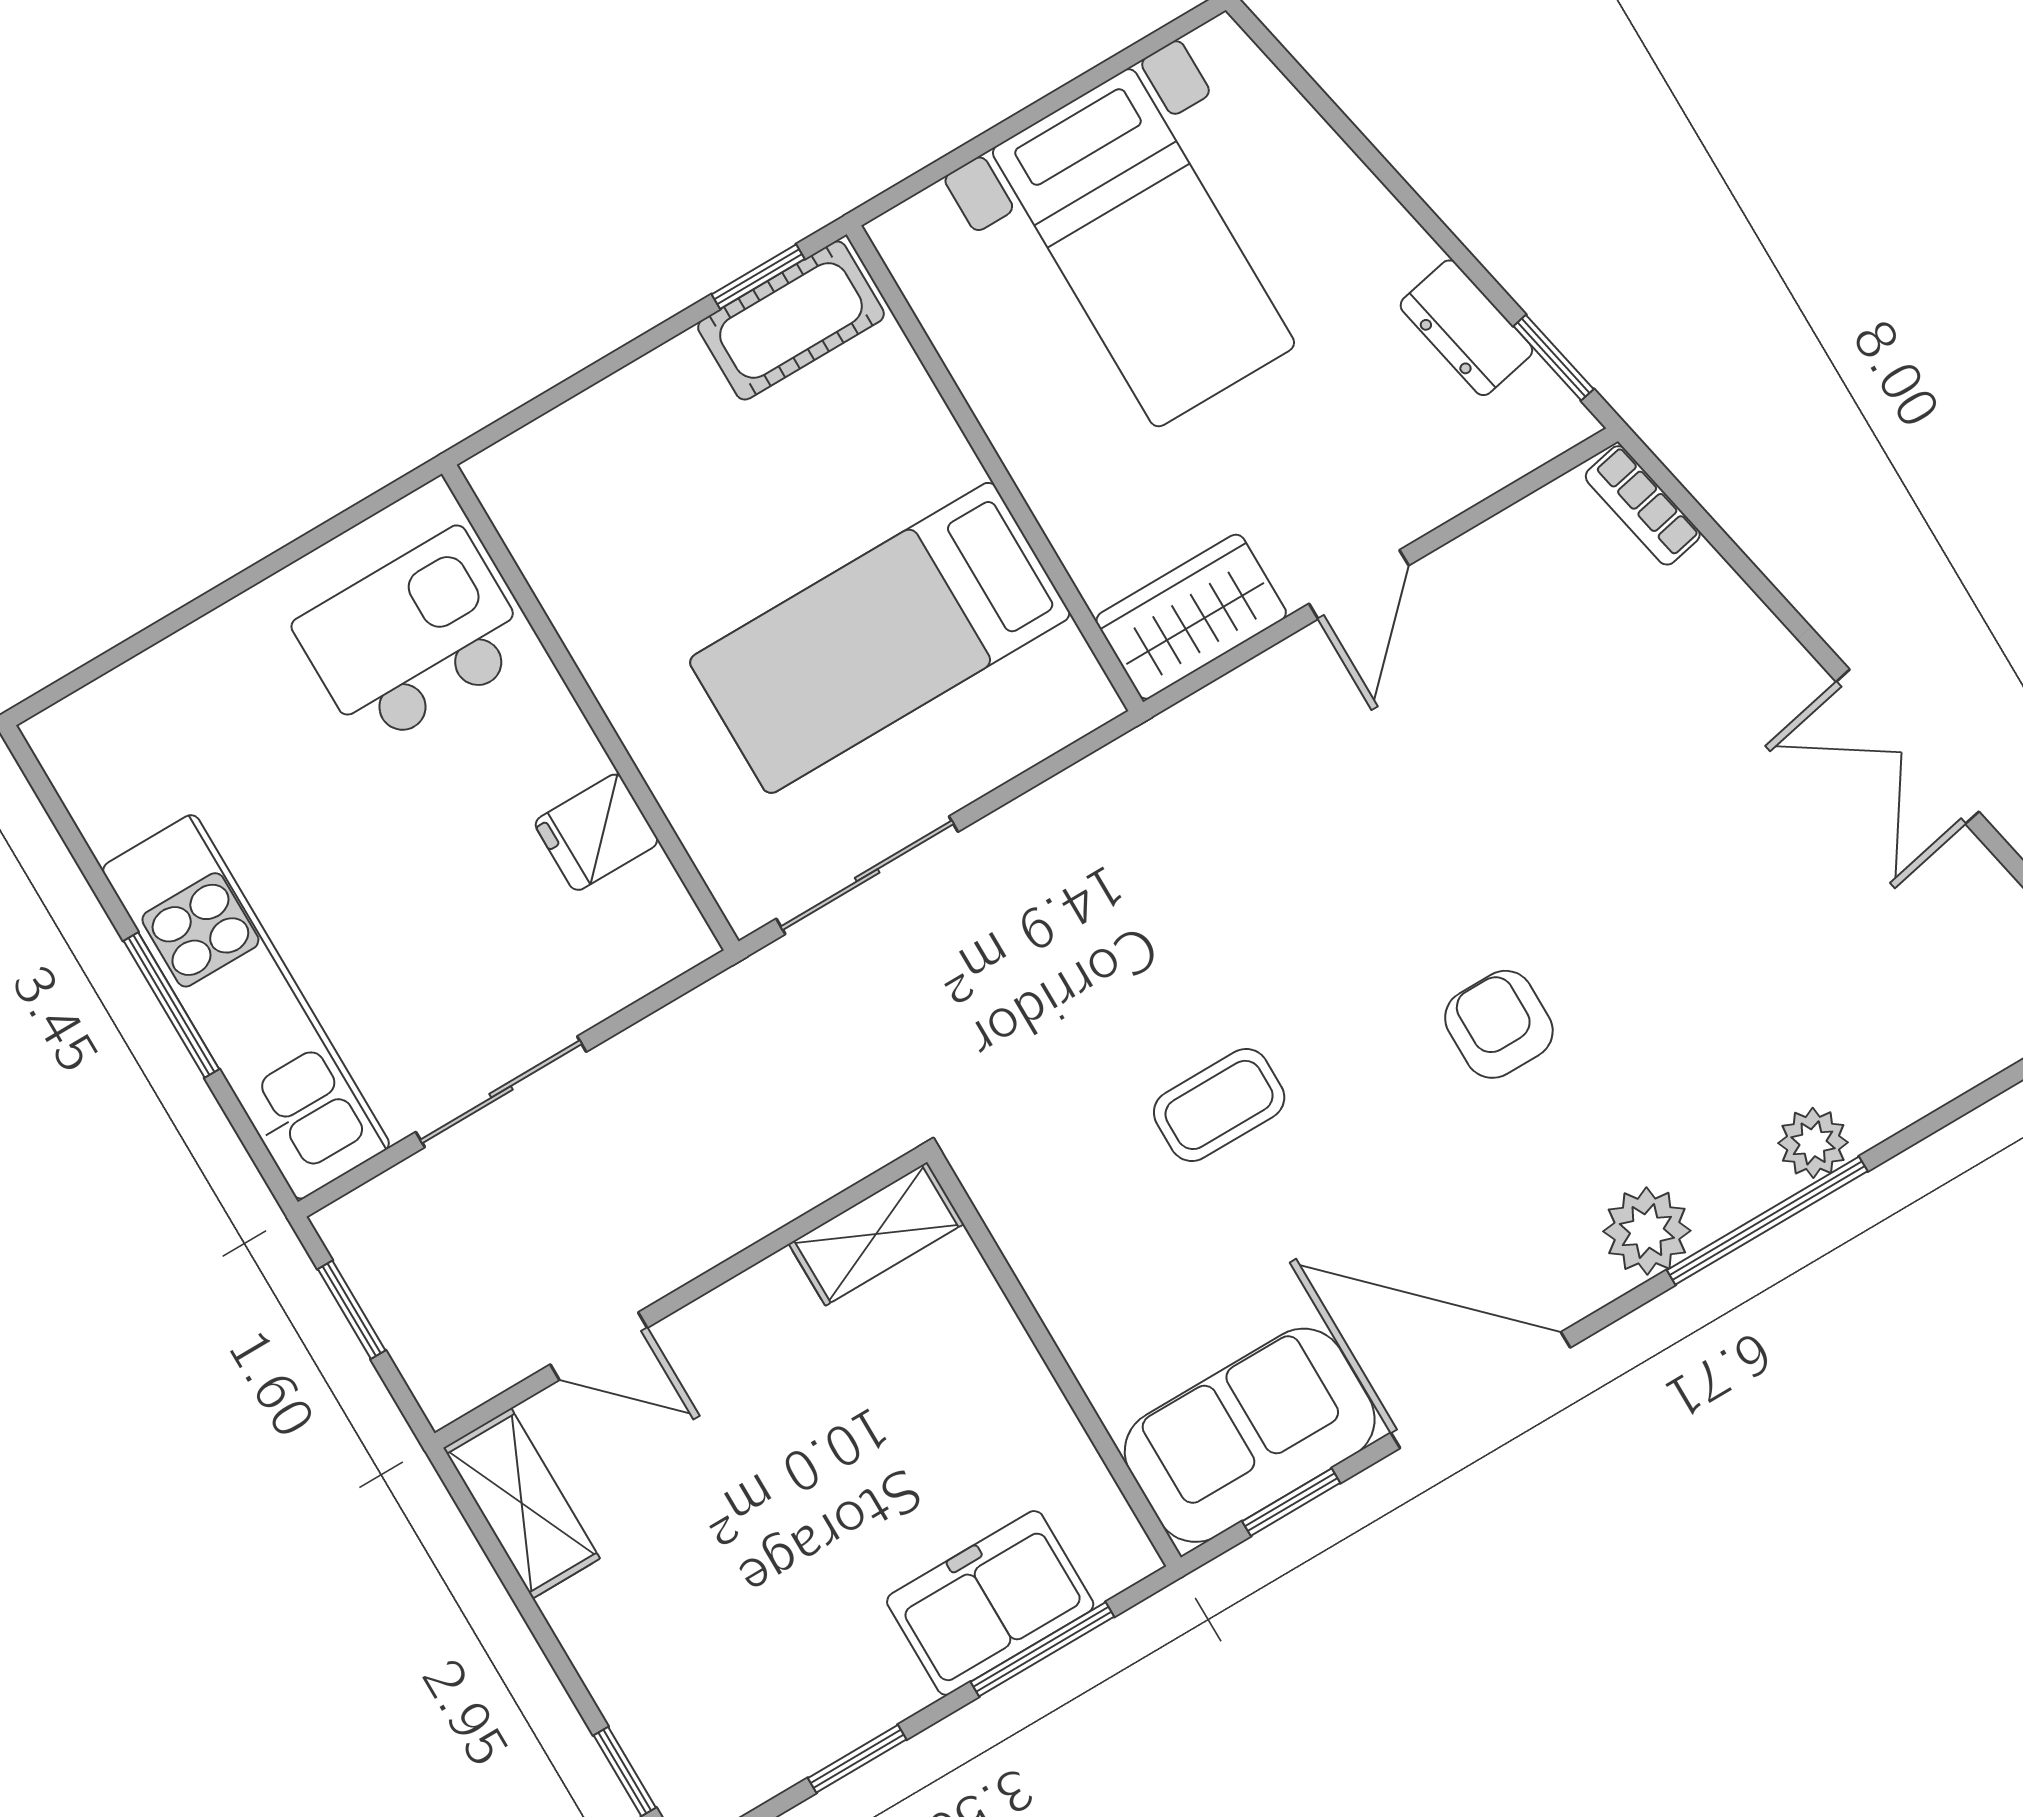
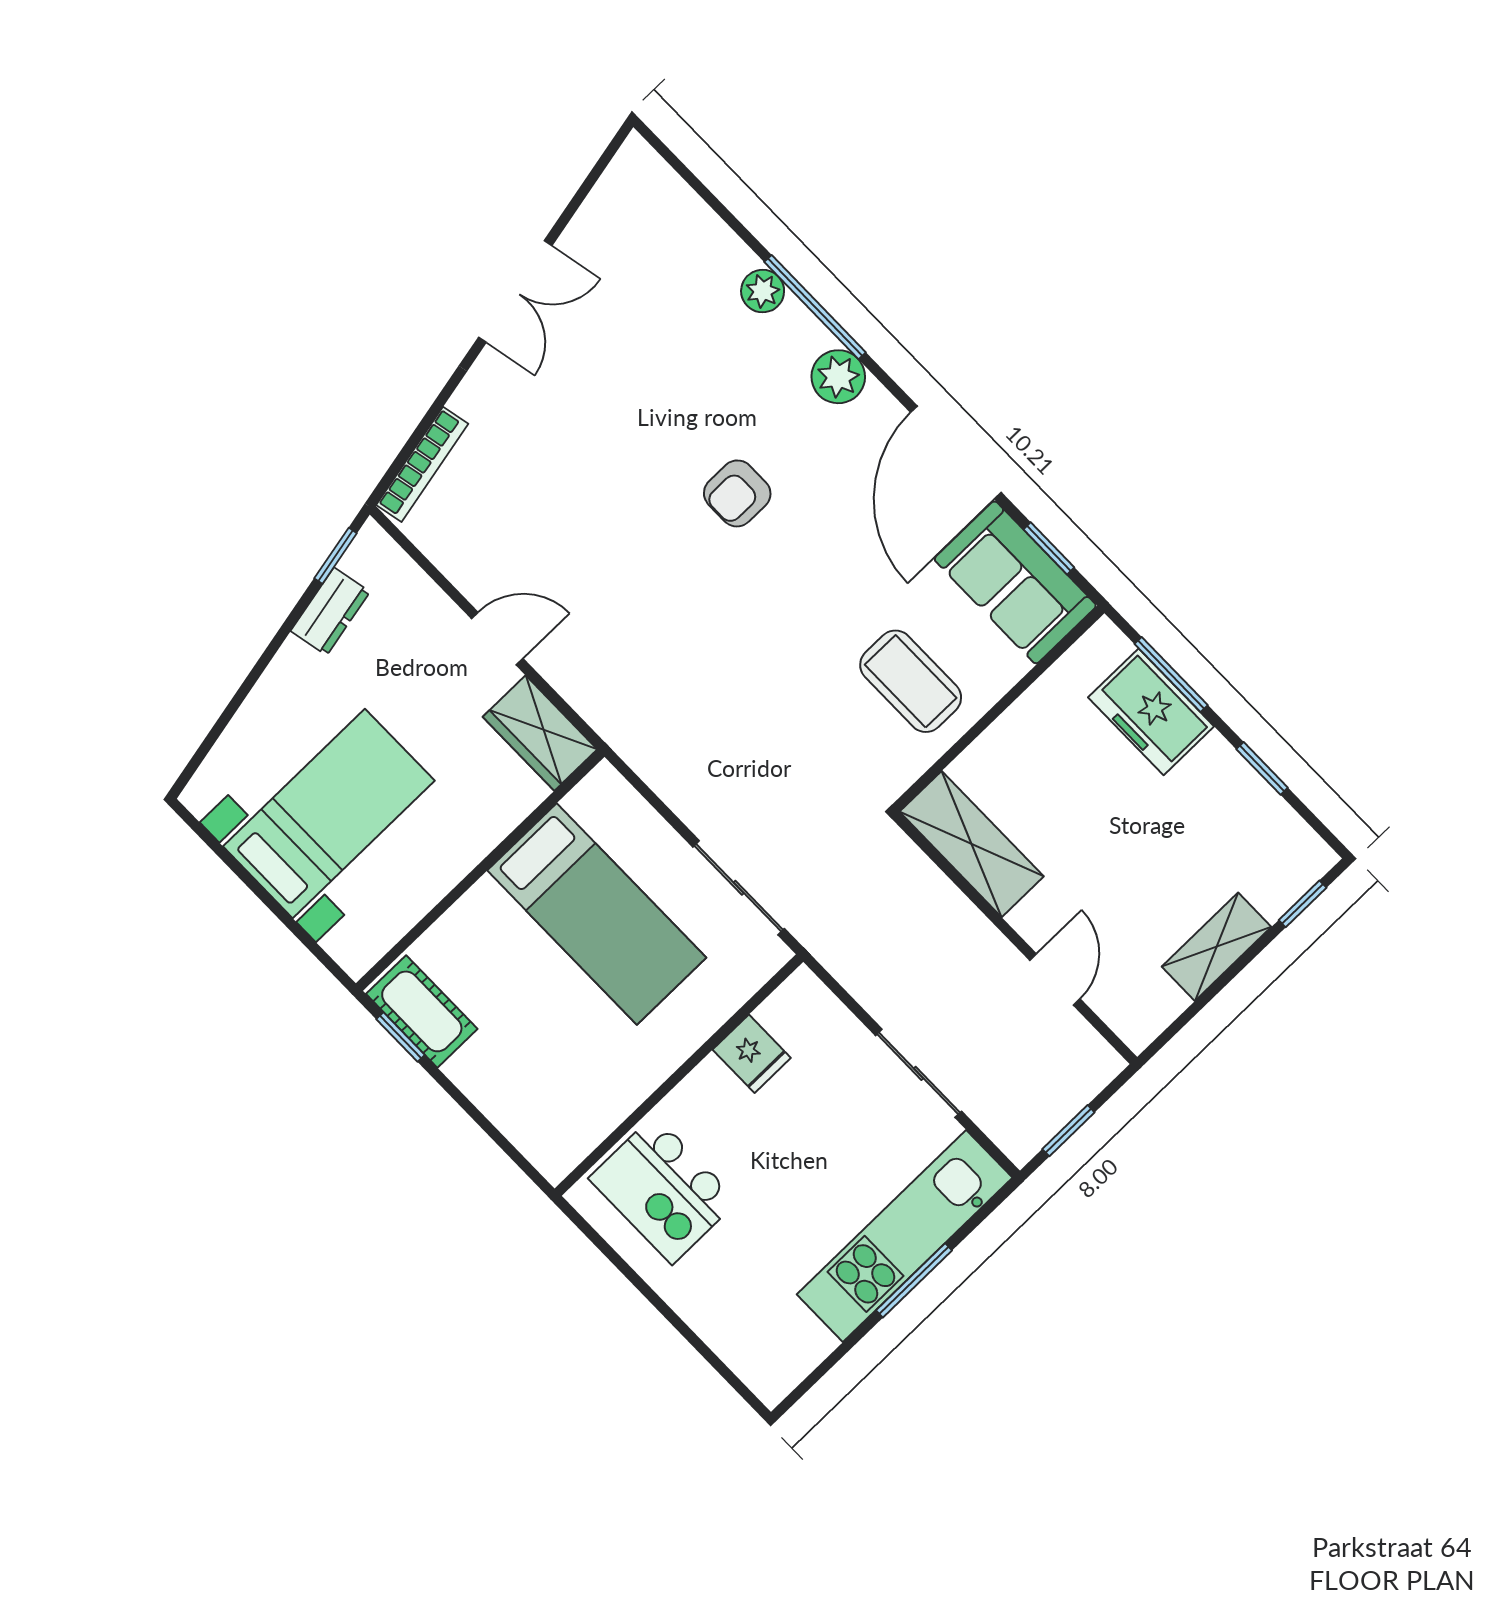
bookcase: (1643, 505) -> (422, 464), width x1.56
coffee table: (1219, 1105) -> (911, 681), moved, width x1.36, depth x1.30
shelving: (876, 1234) -> (972, 844), width x1.50, depth x1.33
shelving: (522, 1503) -> (1216, 947), moved

